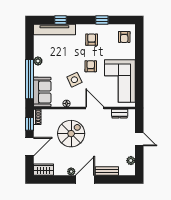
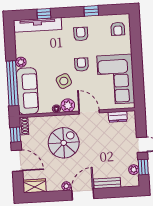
sofa: (42, 92) -> (27, 91), width x1.36
plant: (77, 101) -> (68, 105), added
door: (29, 147) -> (17, 161), hinge flipped
window: (139, 159) -> (143, 167), added

